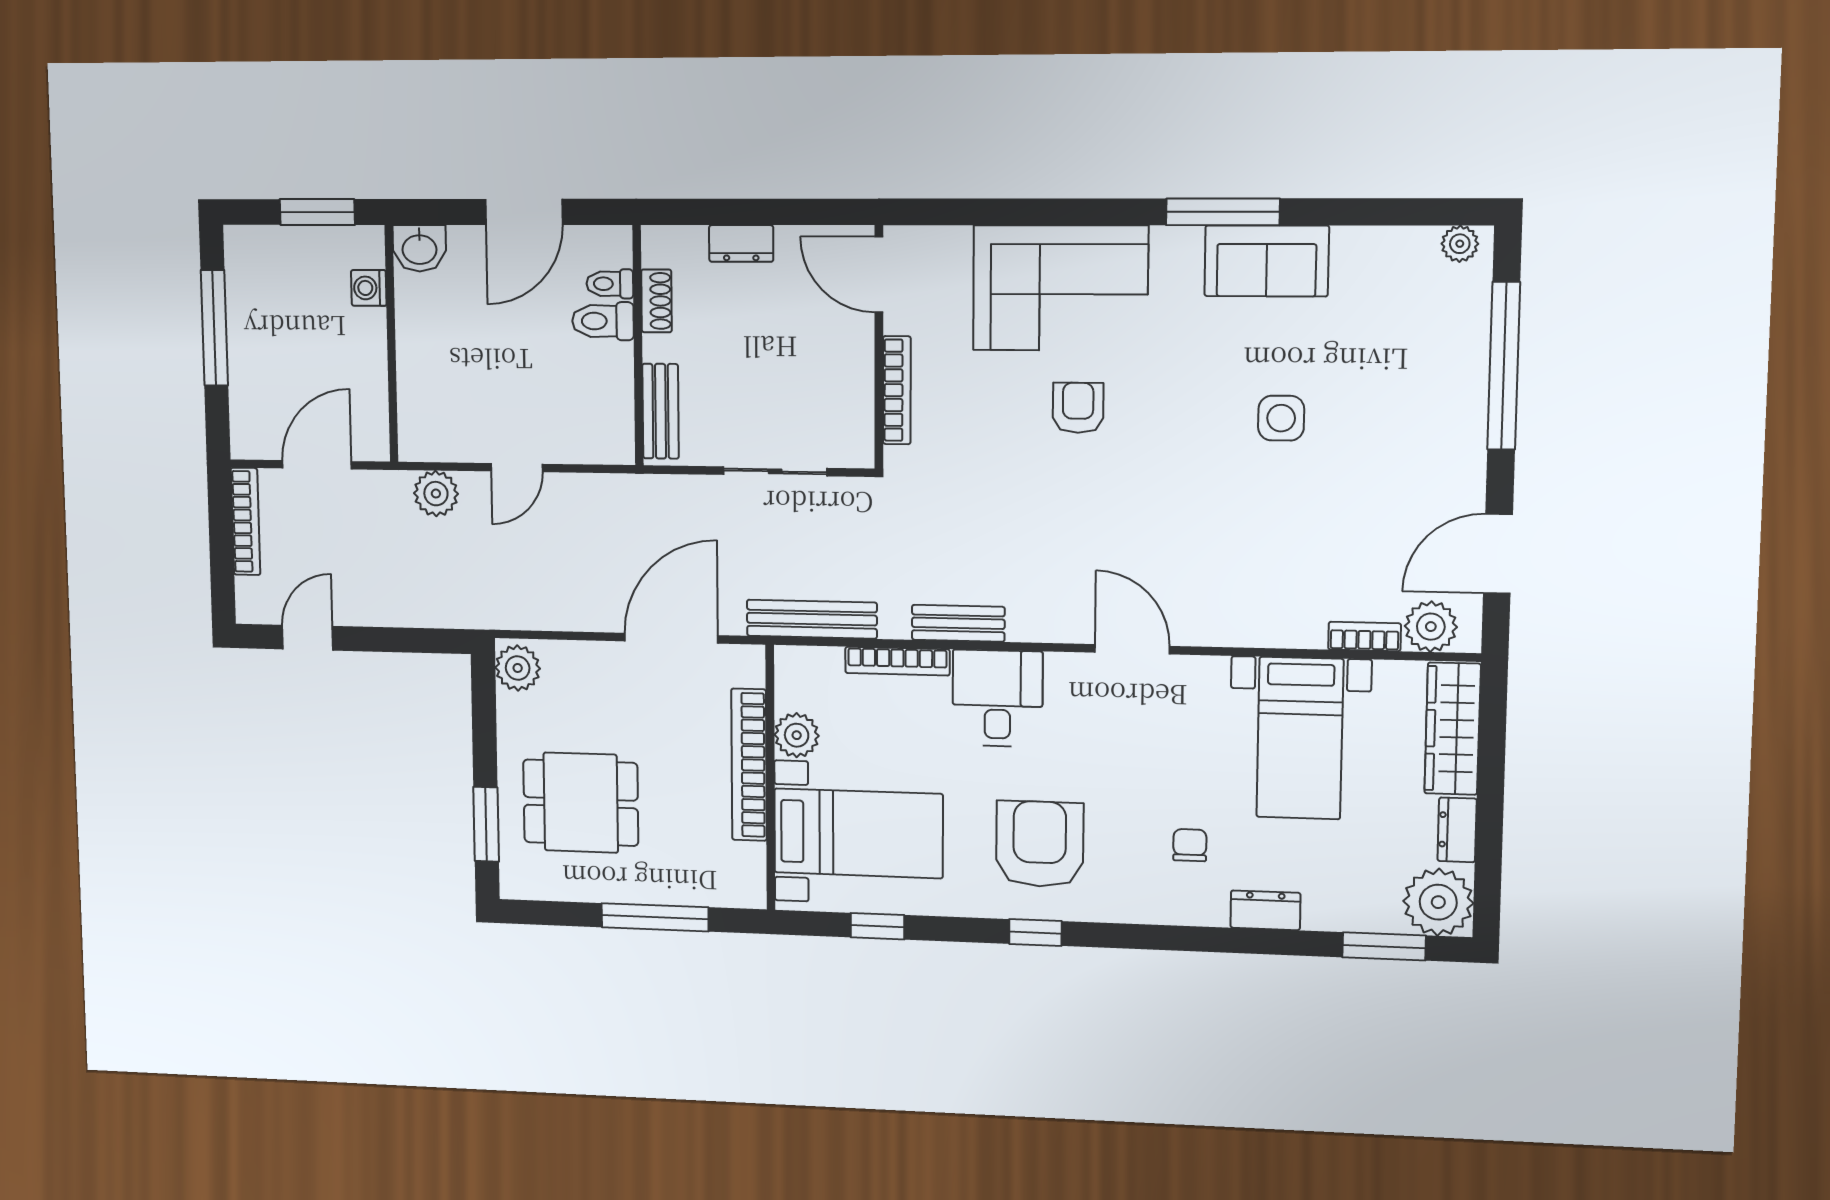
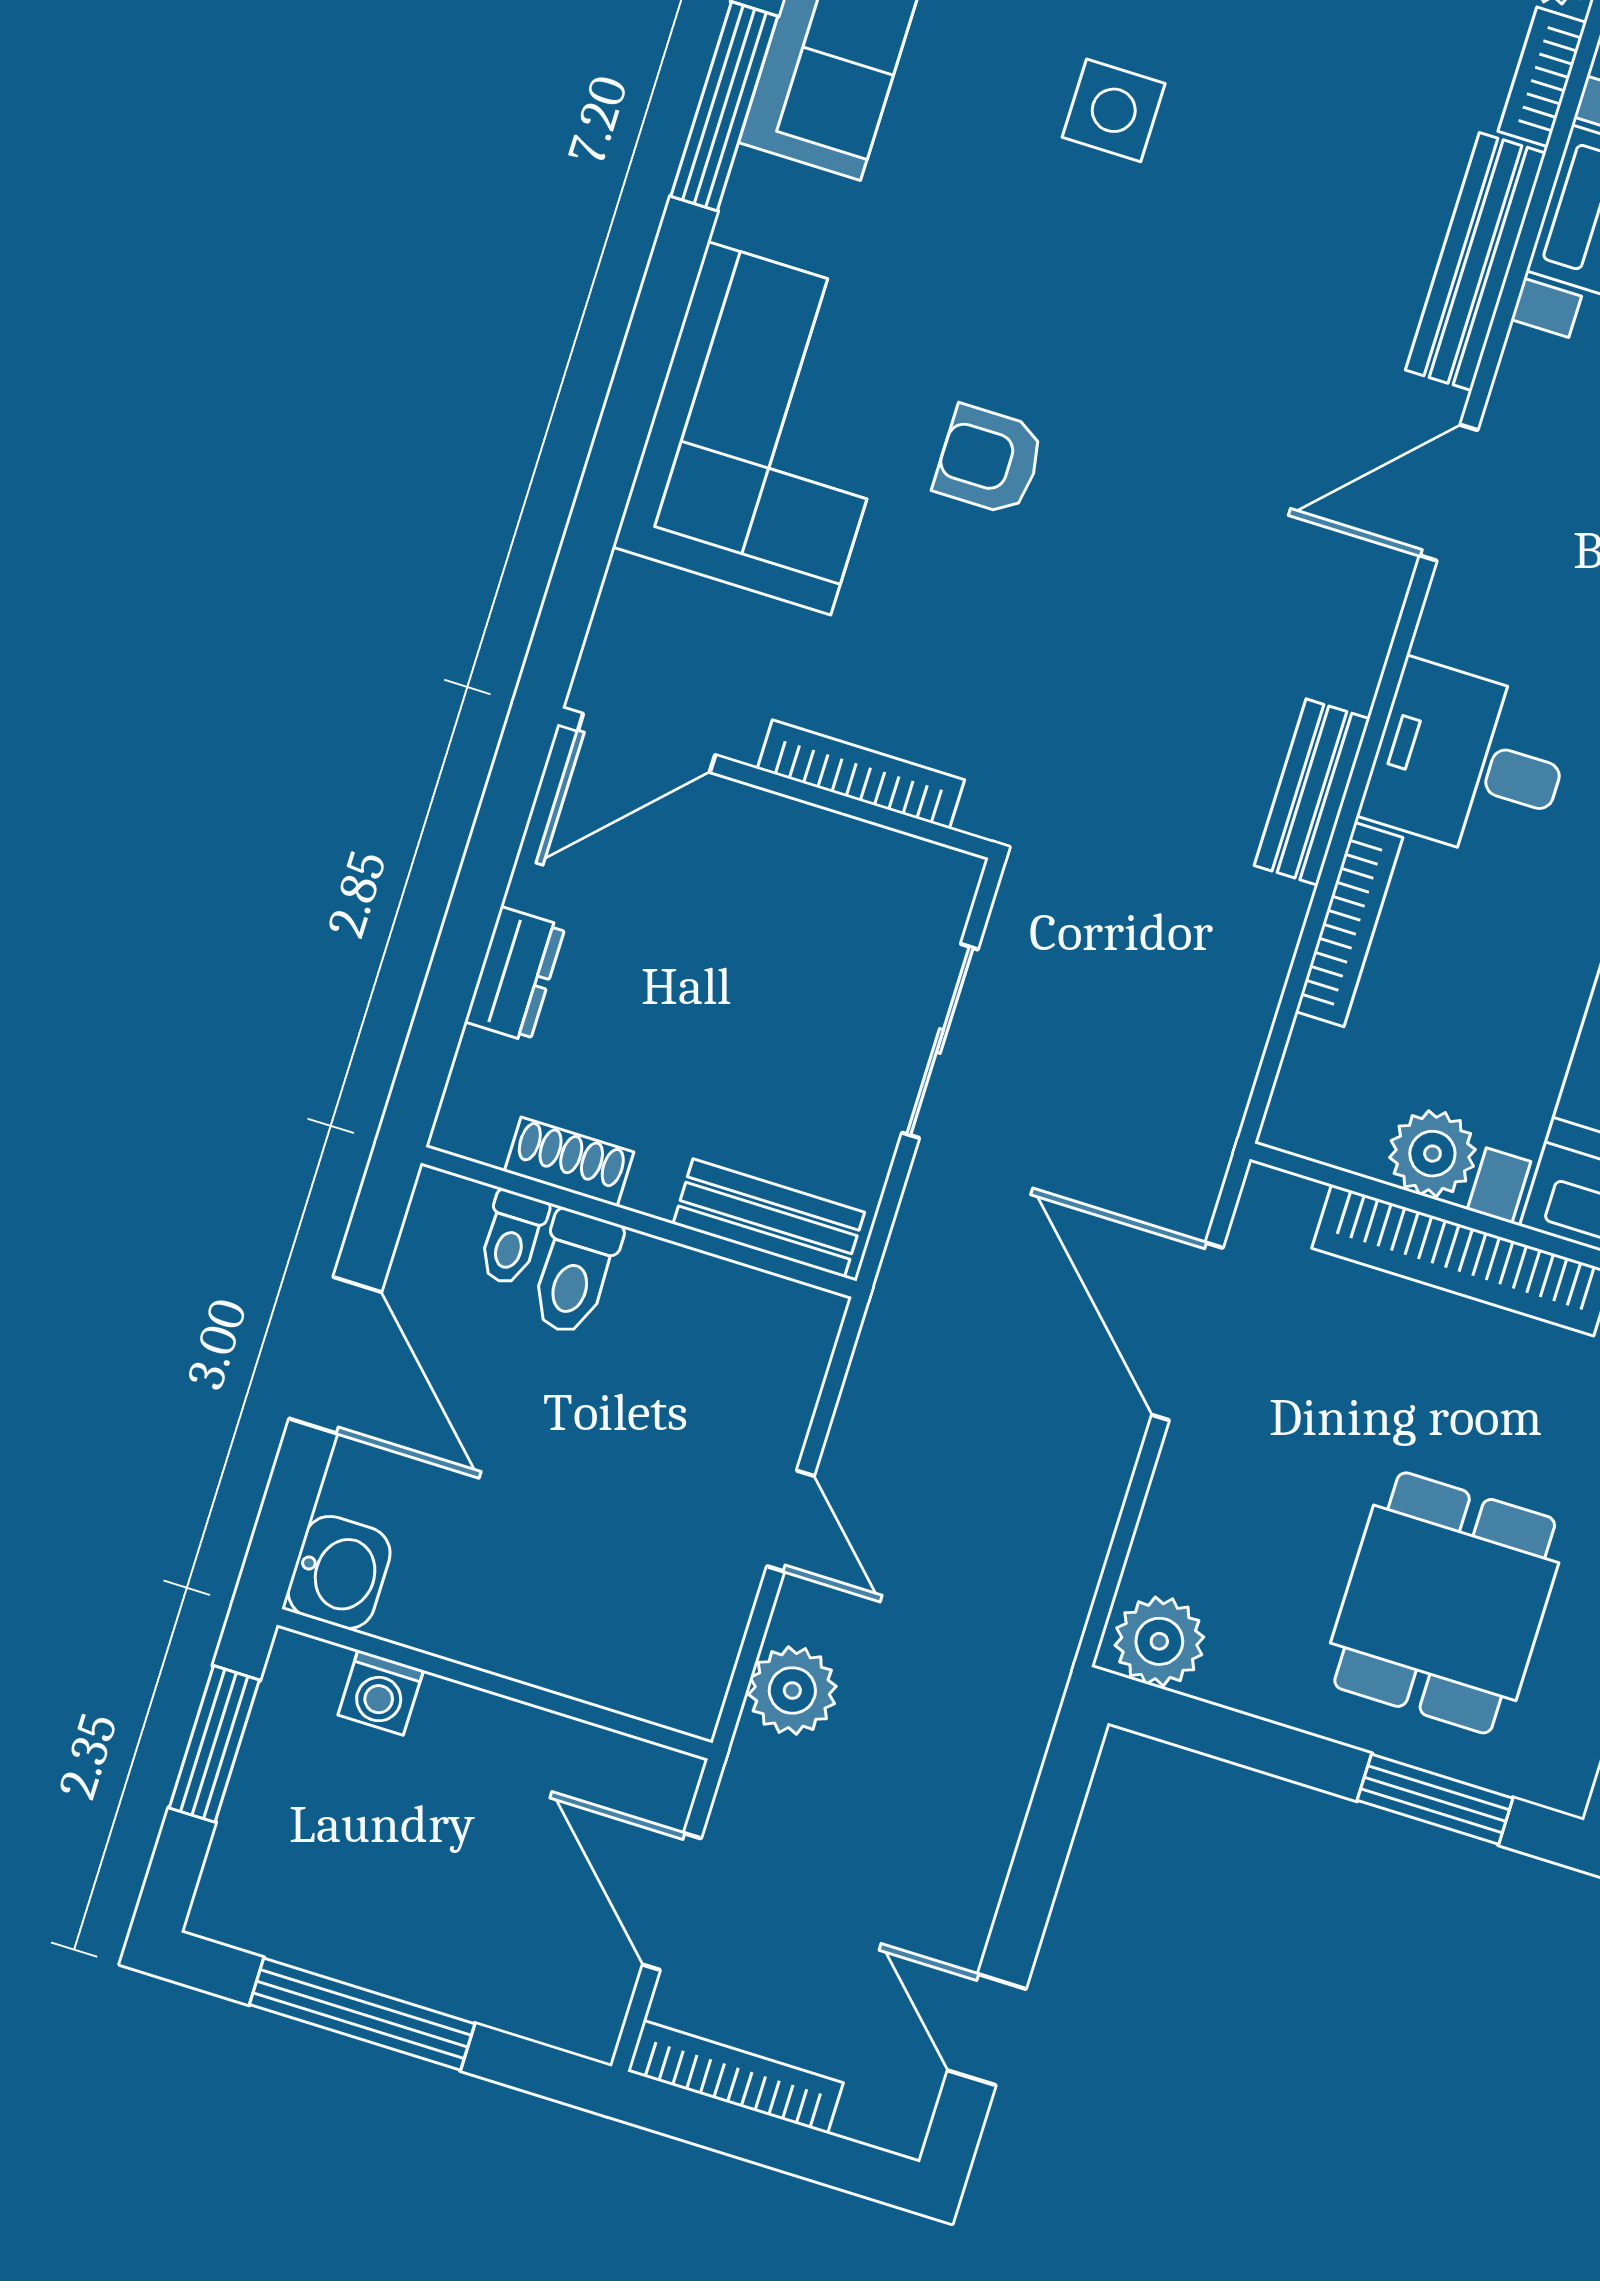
bench: (812, 619) -> (1476, 262), moved

